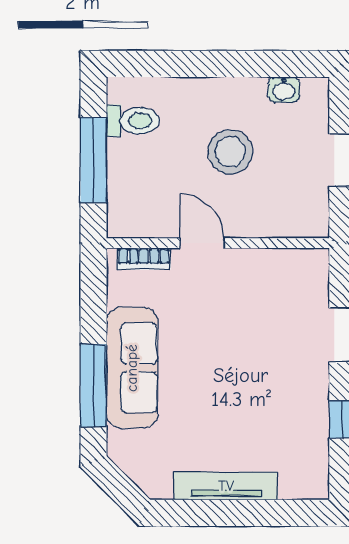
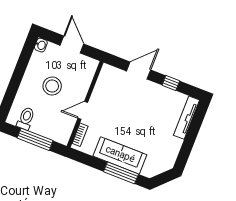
washbasin: (284, 90) -> (41, 45), moved
tv unit: (226, 486) -> (187, 118), moved

